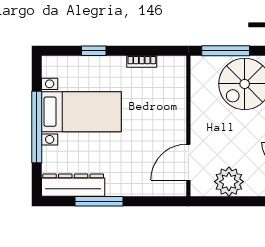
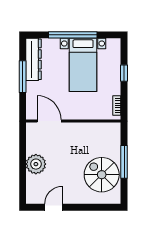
wall: (188, 126) -> (73, 121), moved
door: (188, 162) -> (49, 121), moved

